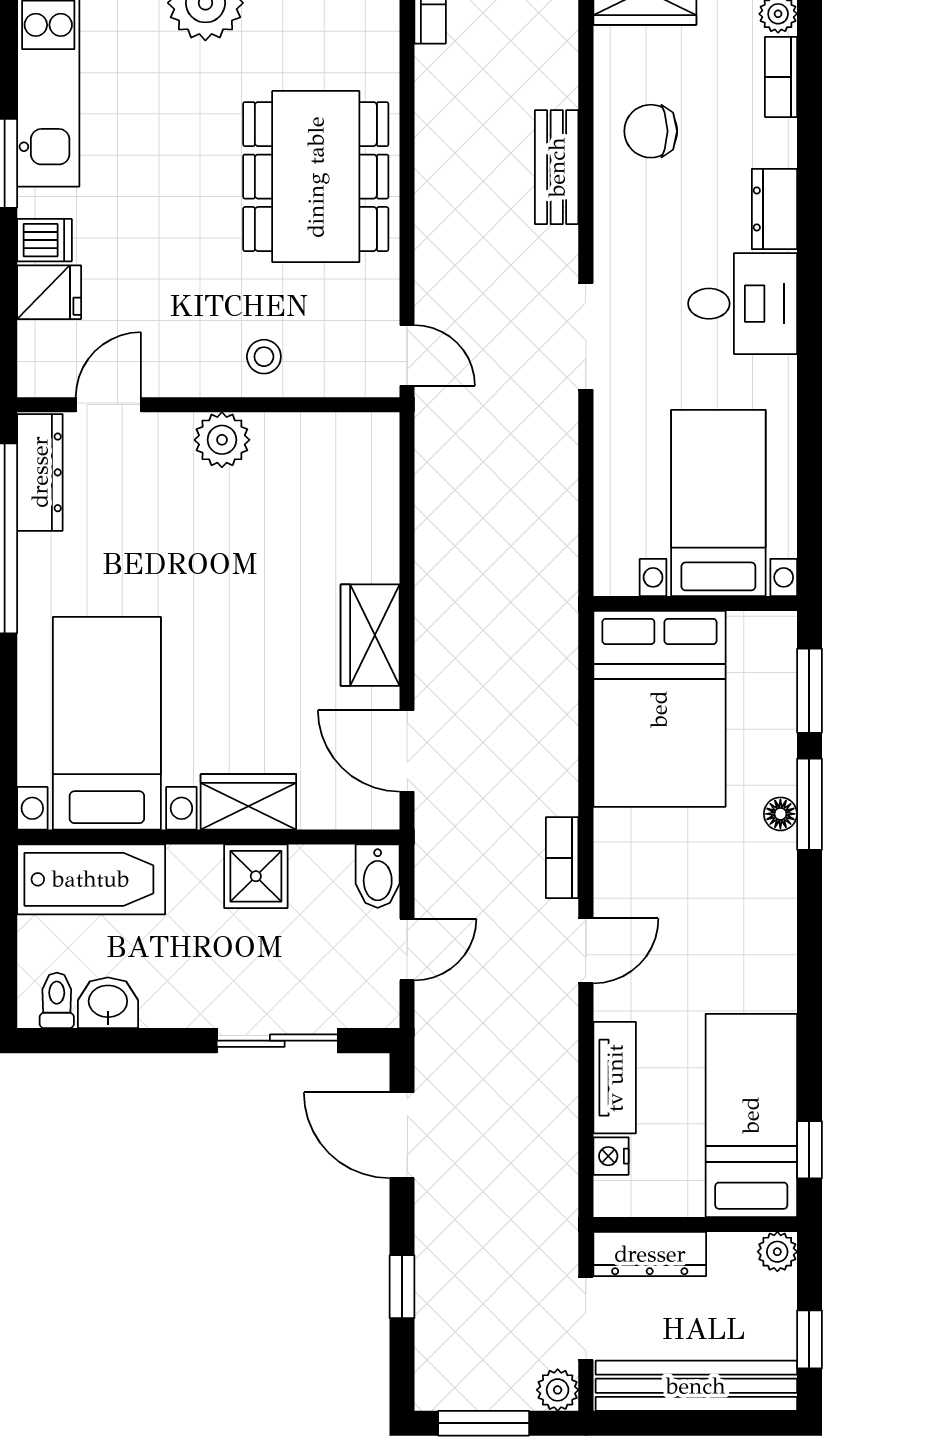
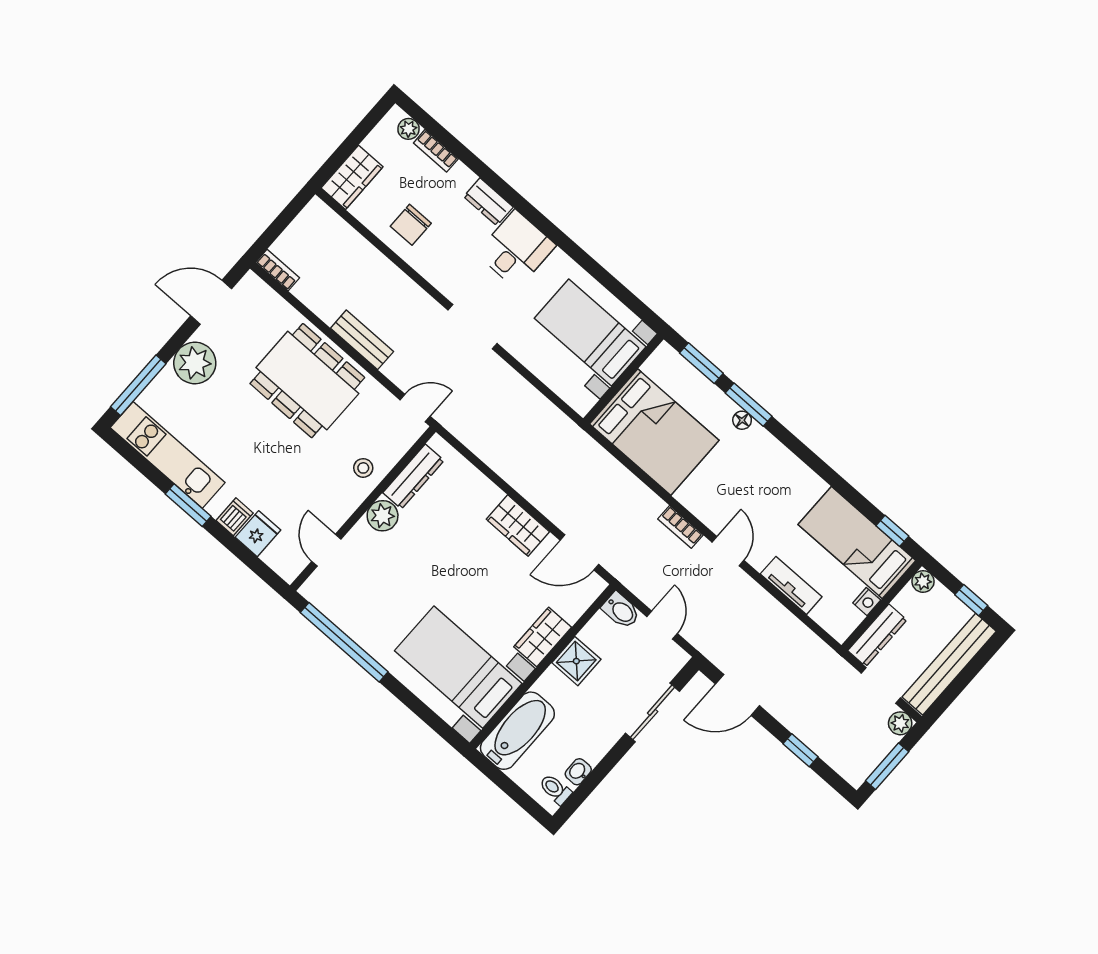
bench: (557, 167) -> (362, 340), moved
dresser: (40, 472) -> (413, 477), moved, turned 90
washbasin: (108, 1003) -> (578, 772), width x0.72, depth x0.69
nightstand: (611, 1156) -> (867, 602), moved, turned -90

